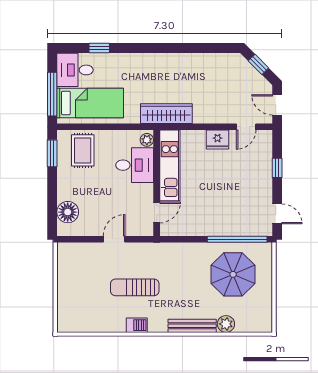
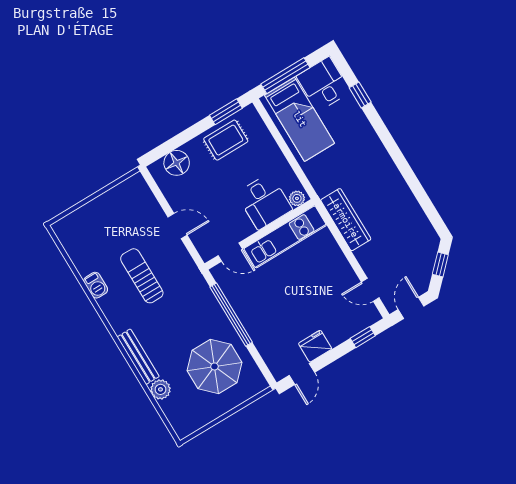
wardrobe: (166, 114) -> (346, 220), moved
fridge: (217, 140) -> (315, 346), moved, turned 90
rug: (83, 150) -> (226, 140), moved
window: (277, 168) -> (363, 337), moved
window: (237, 239) -> (231, 315), moved
barbecue: (137, 325) -> (96, 285), moved

